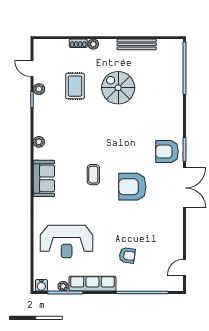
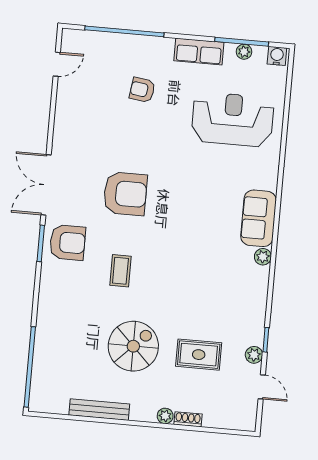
rug: (75, 86) -> (199, 355), turned 90
spiral stairs: (118, 88) -> (133, 346), turned -90
plant: (39, 142) -> (263, 257), moved
coffee table: (93, 175) -> (120, 271), moved
row of seats: (92, 284) -> (199, 52), width x0.68

